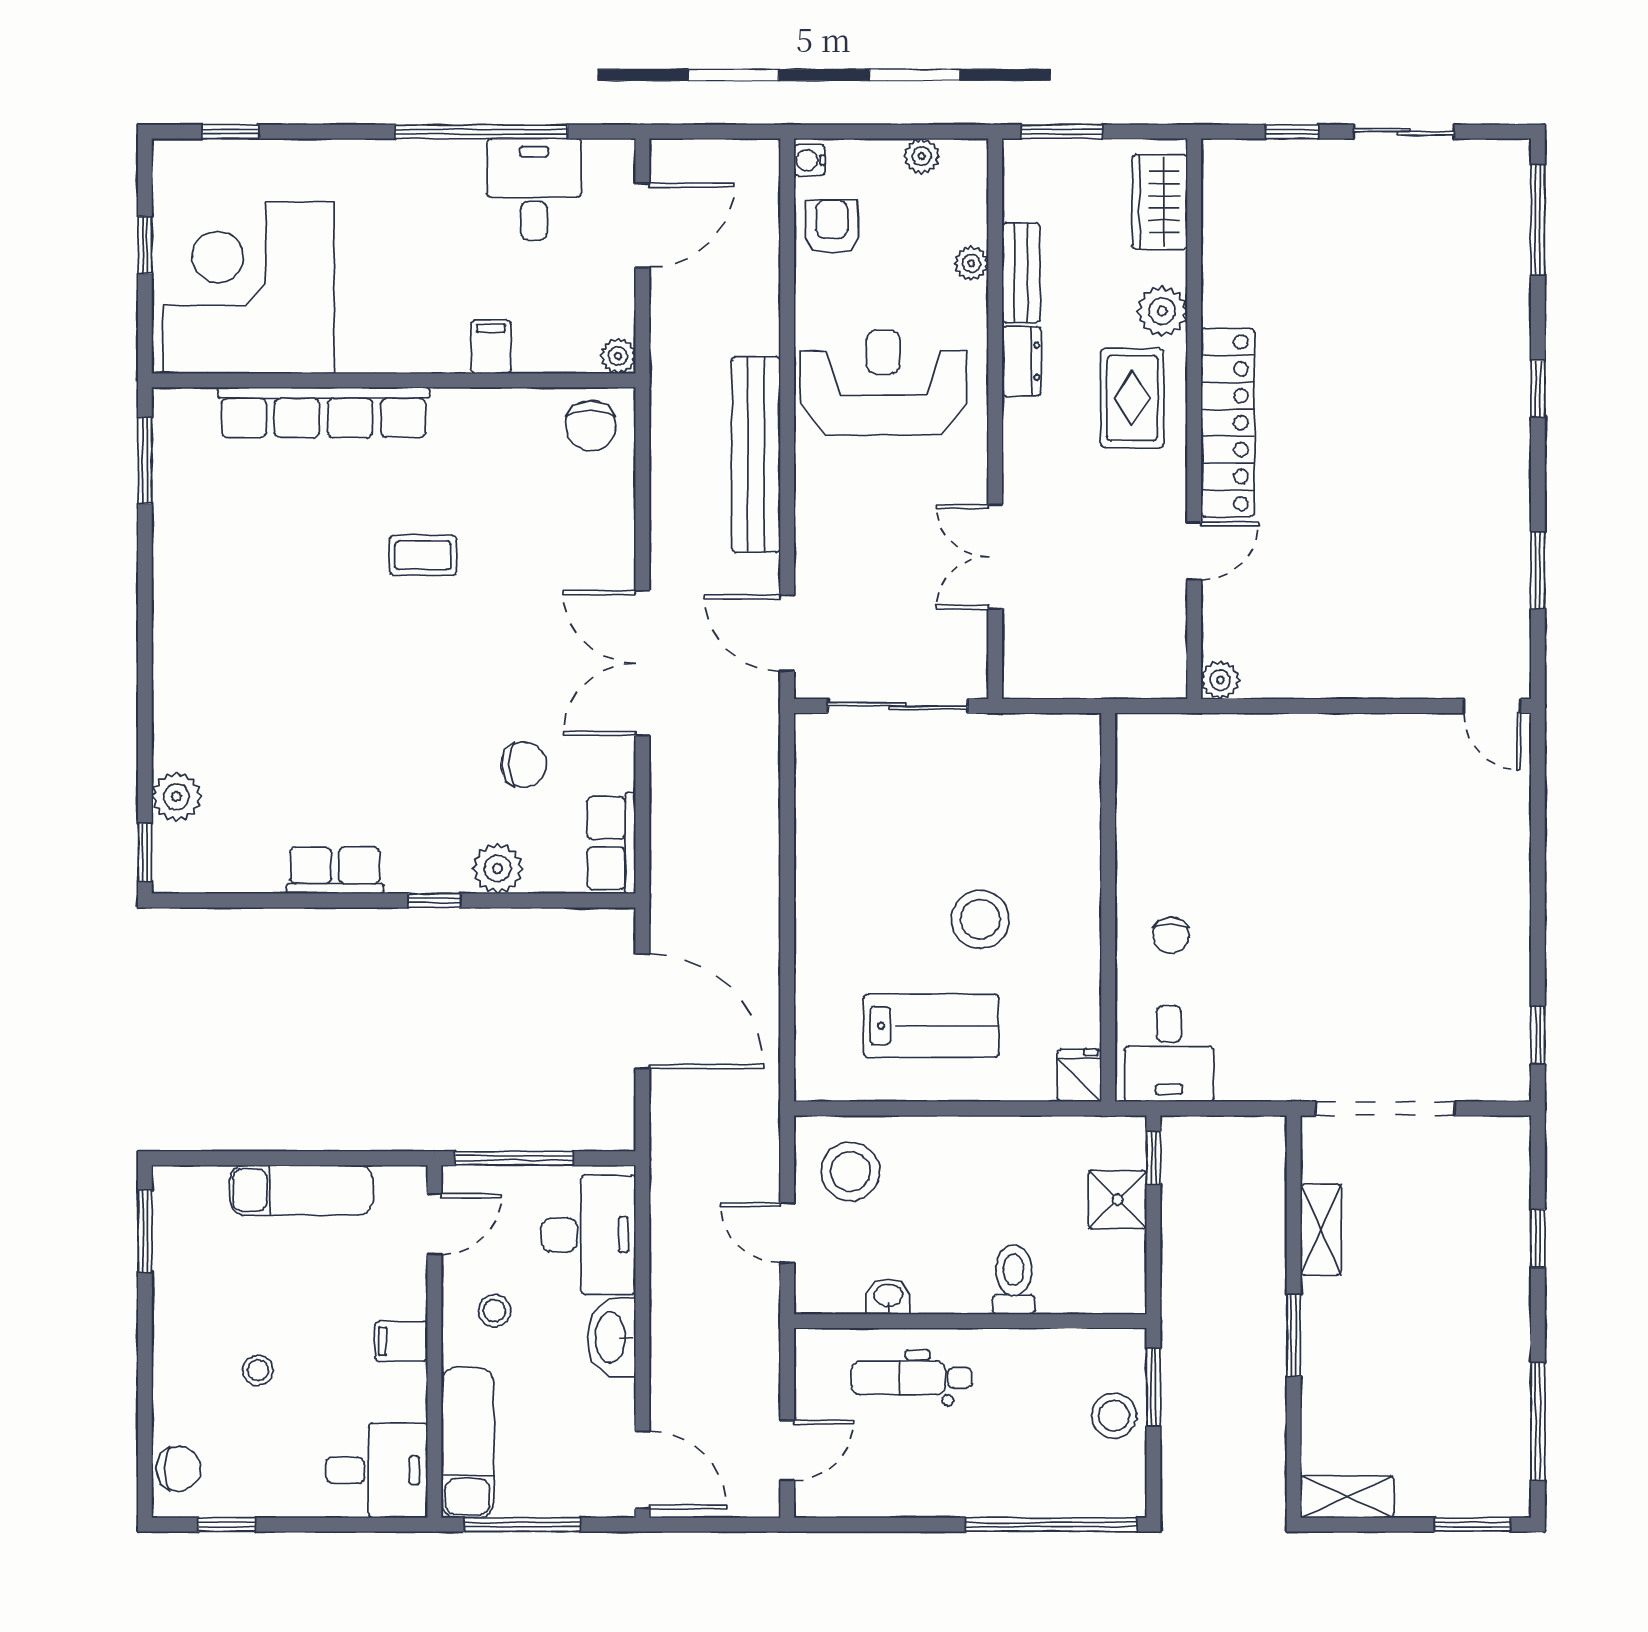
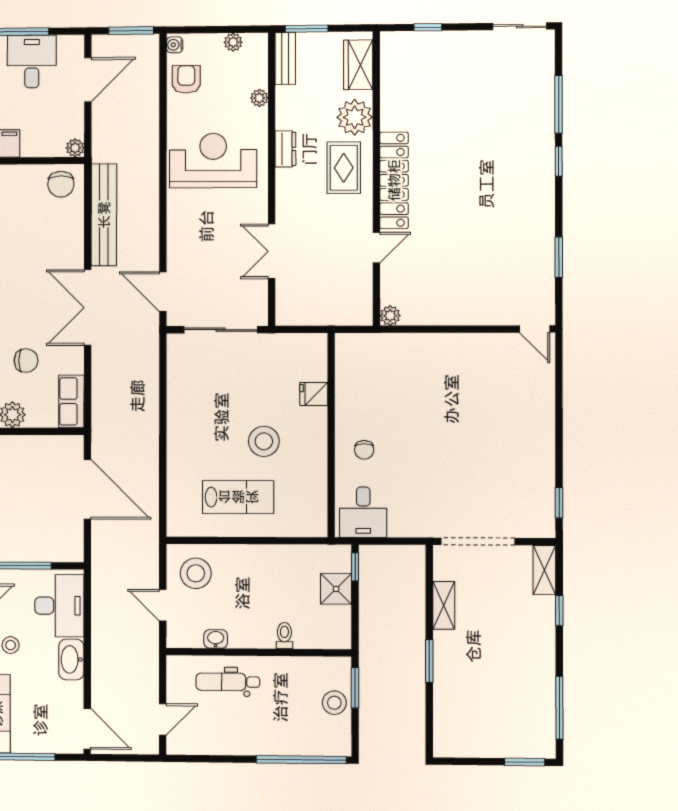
window: (726, 132) -> (131, 31), added
sliding door: (1404, 132) -> (520, 26), moved
window: (1538, 220) -> (559, 104), moved
bench: (1021, 273) -> (285, 59), moved
plant: (1162, 311) -> (355, 117), width x1.36, depth x1.36
bench: (756, 454) -> (104, 215), moved
fridge: (1079, 1075) -> (314, 394), moved, turned -90
toilet: (1014, 1279) -> (284, 636), width x0.73, depth x0.72
shelving: (1347, 1497) -> (544, 570), moved, turned 90

